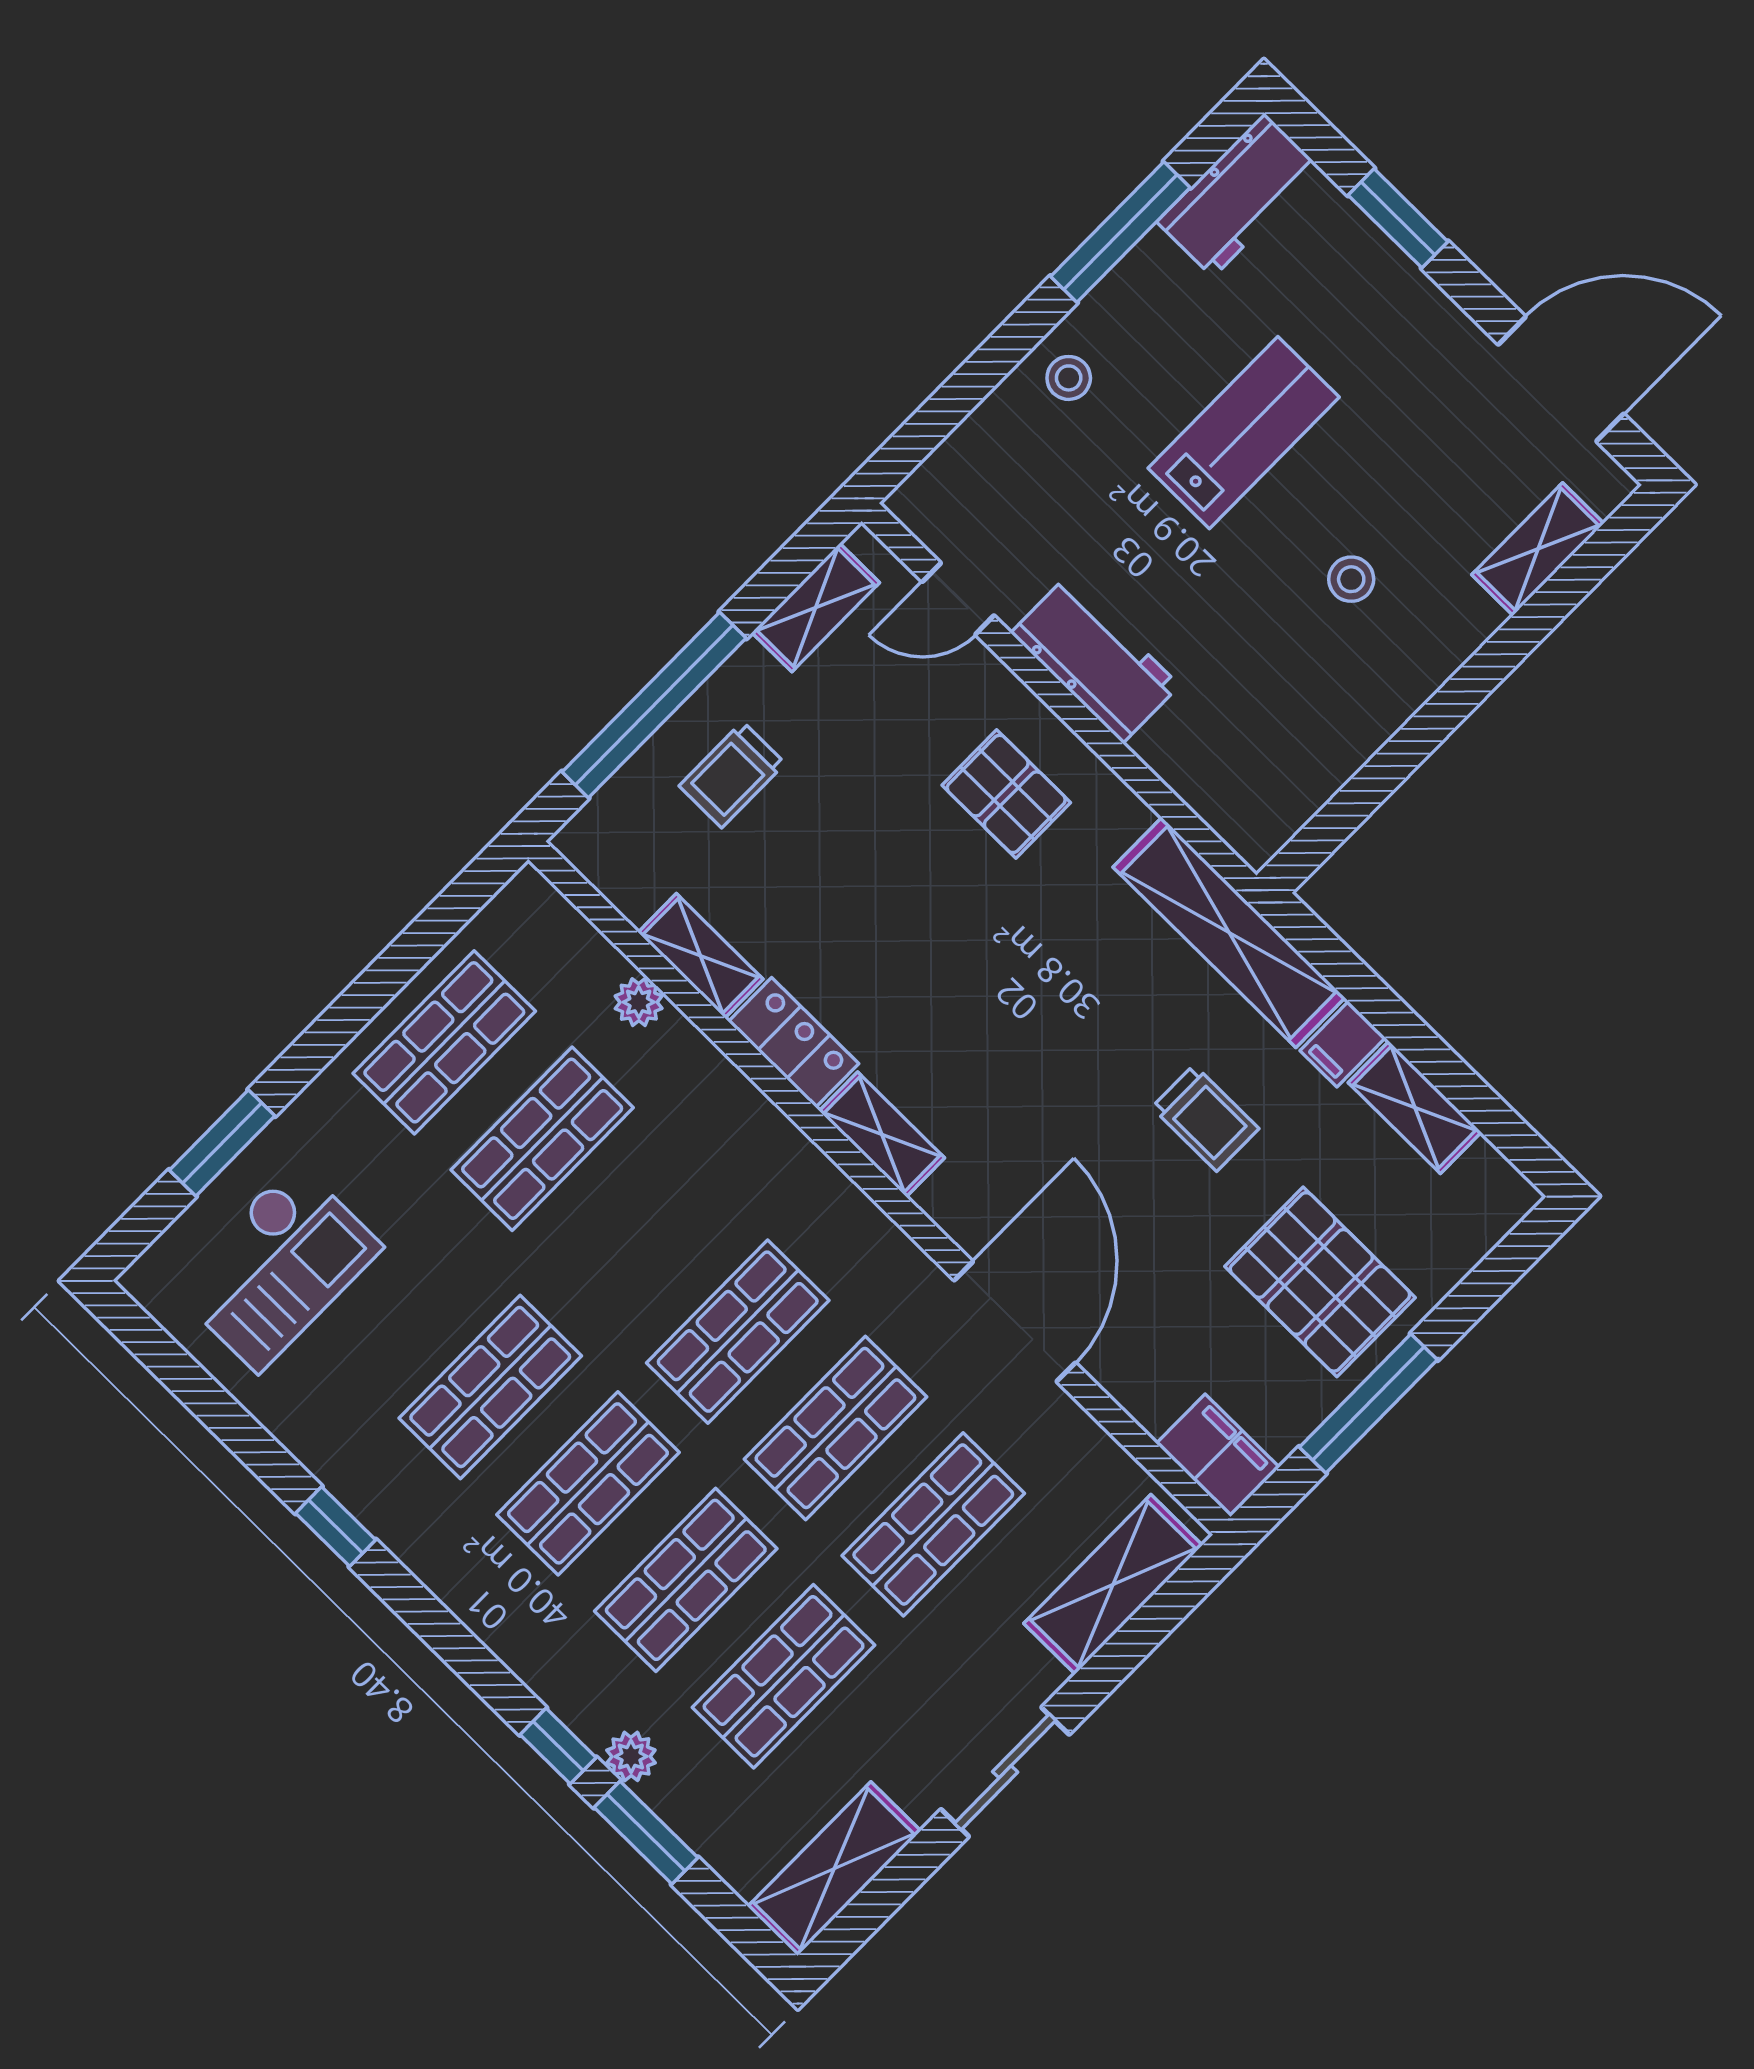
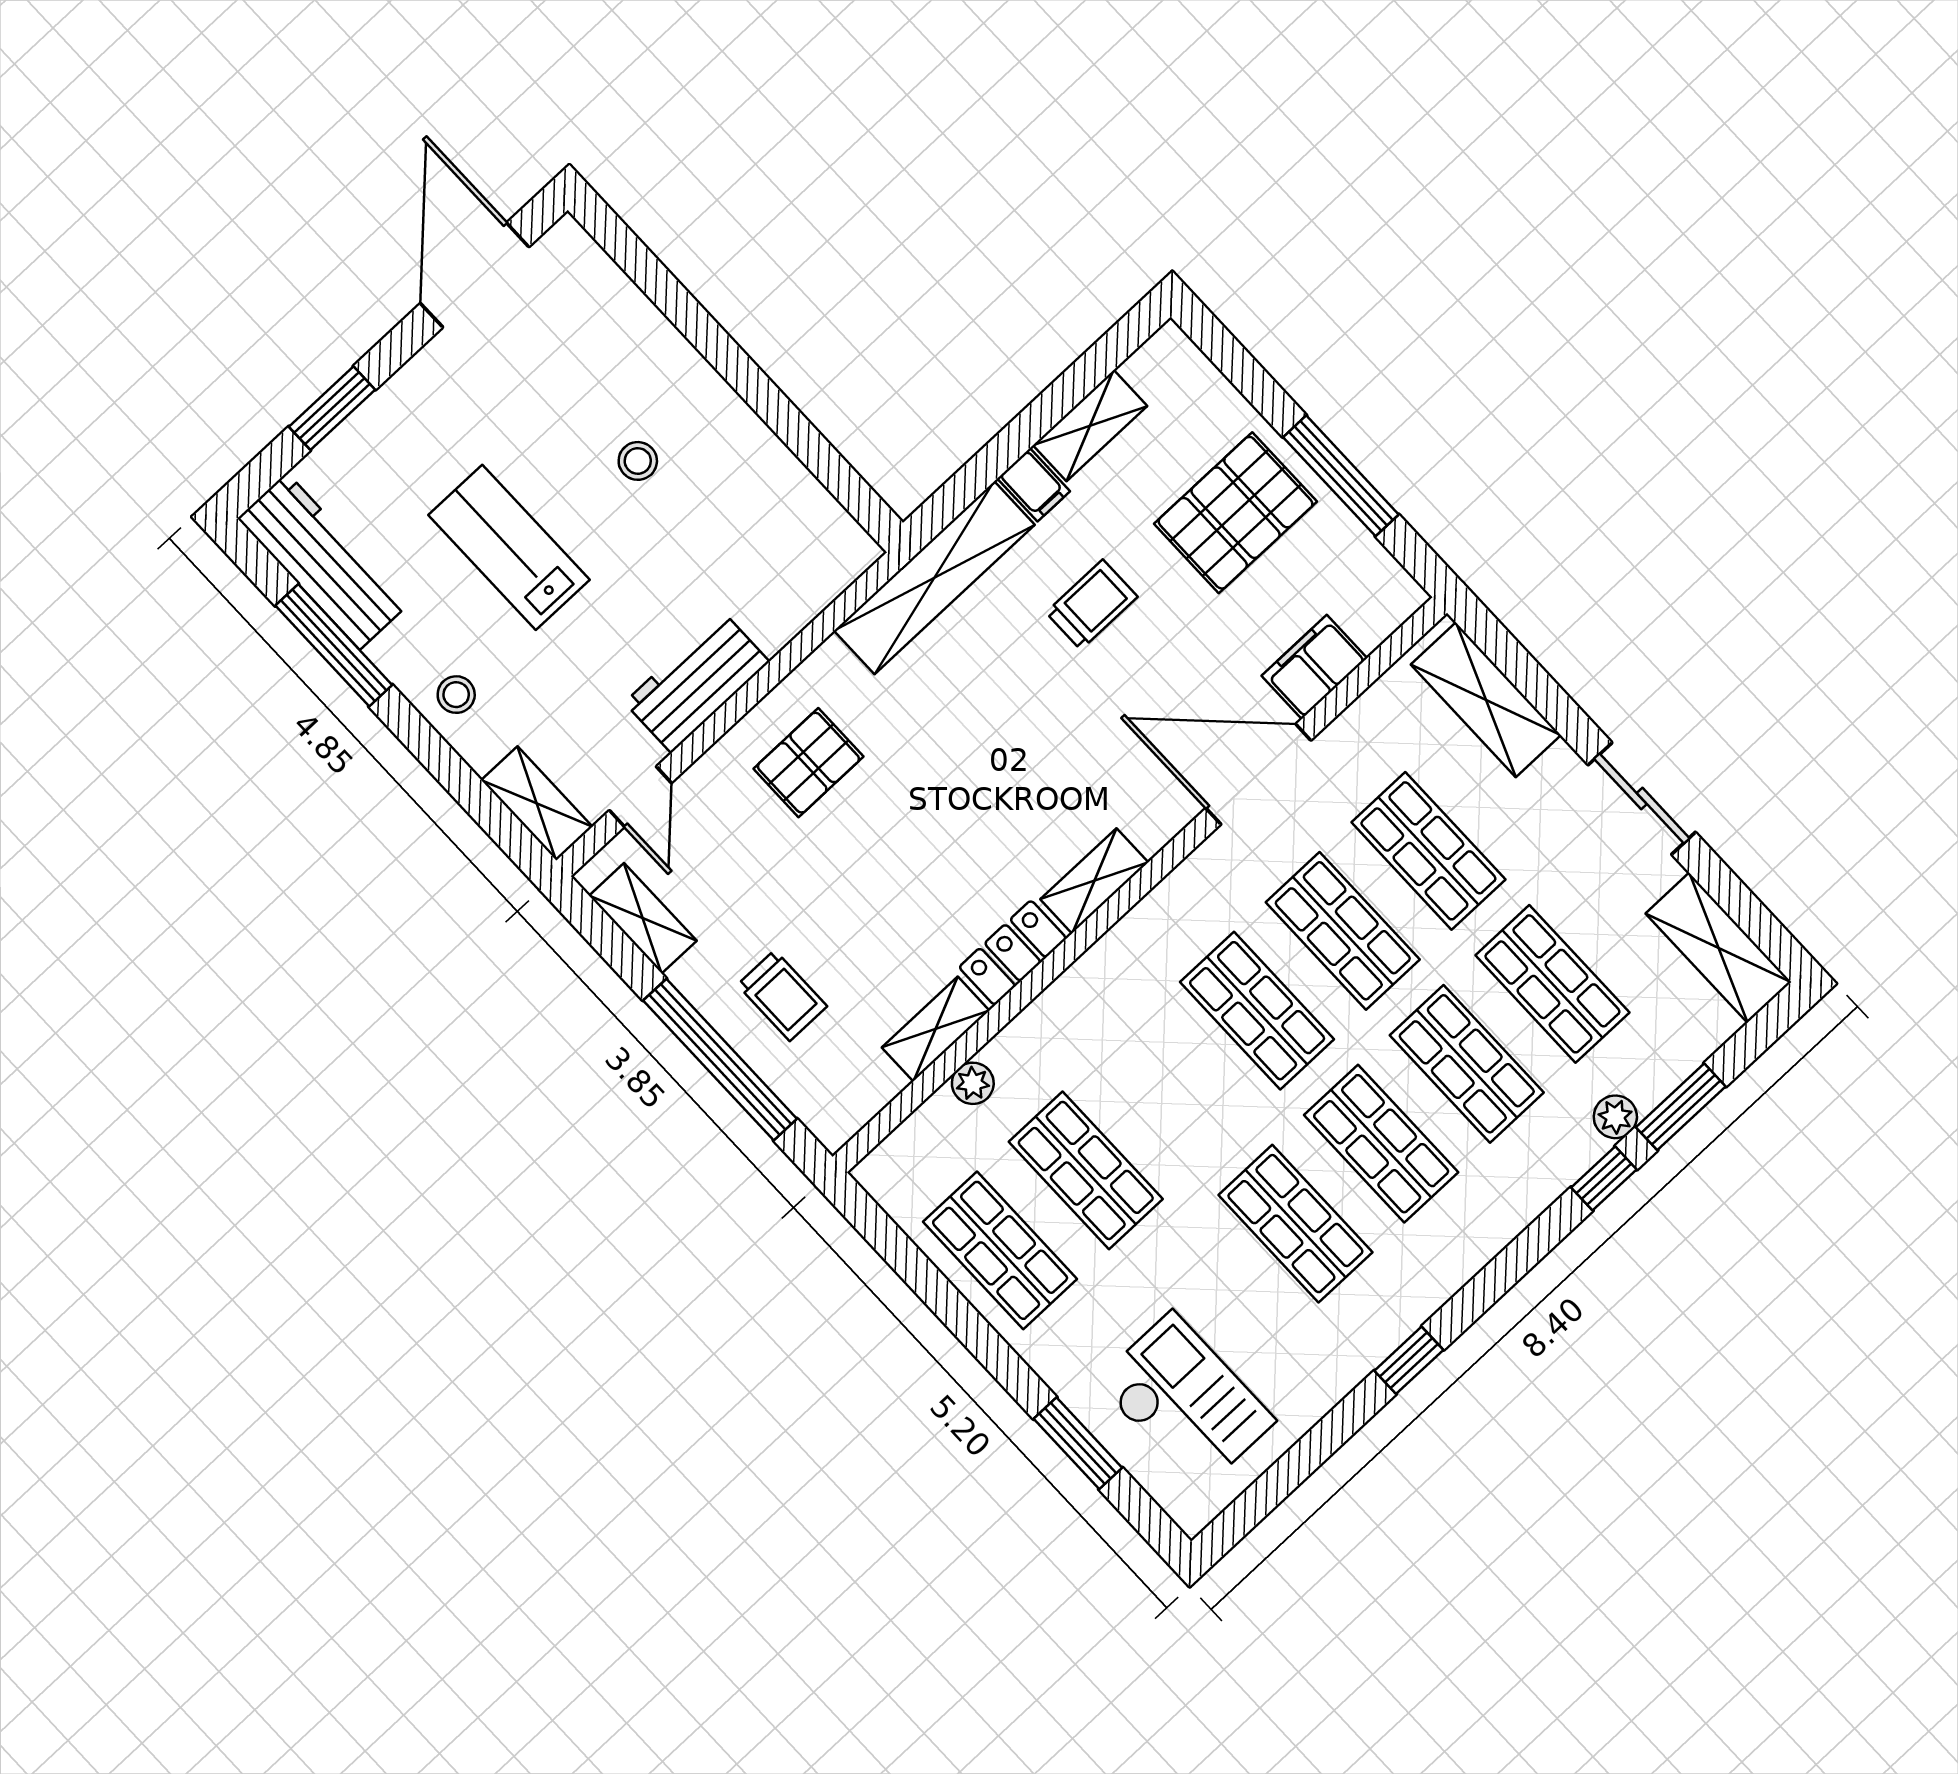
workbench: (1239, 195) -> (323, 561), width x1.38
shelving: (1538, 549) -> (537, 803), moved
filing cabinet: (1218, 1455) -> (1314, 667), moved

